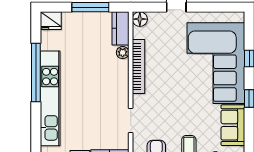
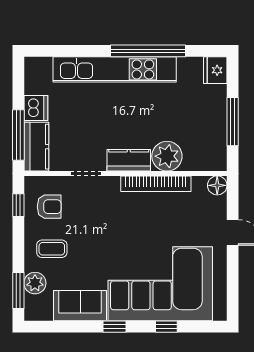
kitchen counter: (120, 28) -> (129, 160), moved
plant: (123, 53) -> (167, 156), width x1.87, depth x1.87

